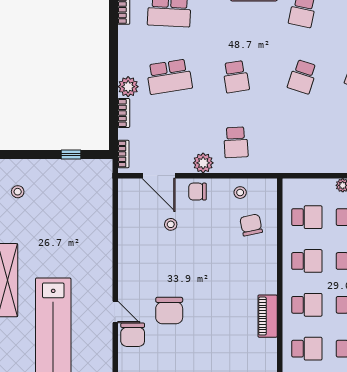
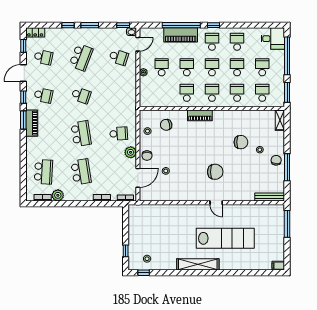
school desk: (236, 77) -> (81, 134), width x1.85
plant: (128, 87) -> (58, 195), moved
window: (71, 154) -> (126, 251), moved
school desk: (307, 217) -> (162, 93), removed
door: (115, 312) -> (216, 203), swing flipped
piano: (268, 316) -> (200, 115), moved
chair: (133, 335) -> (241, 142), moved

